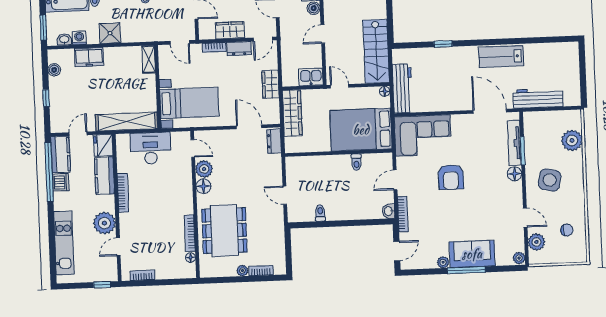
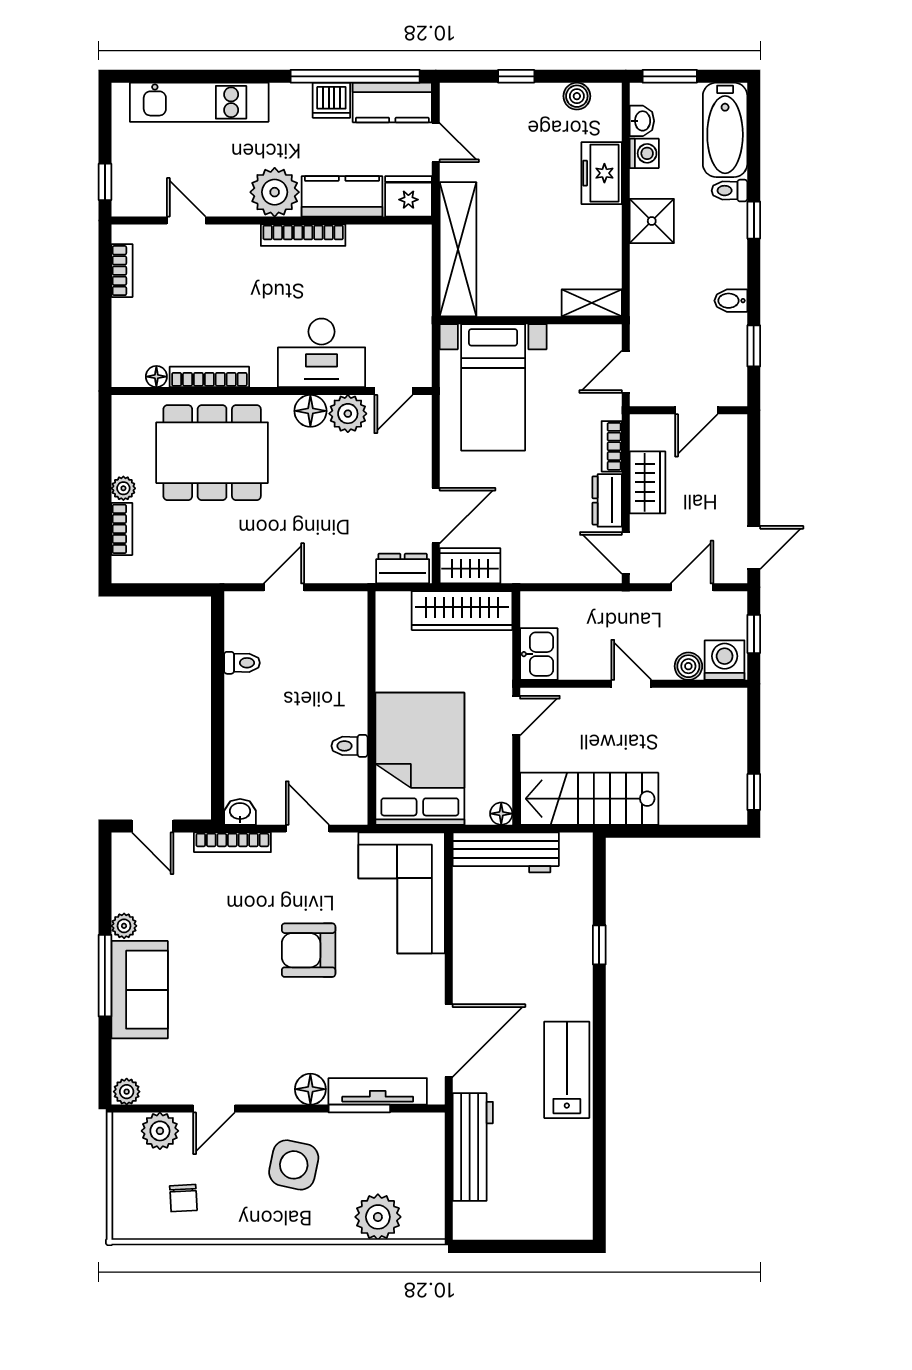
wardrobe: (271, 84) -> (470, 566), moved
desk: (151, 148) -> (322, 353), moved, turned 90
plant: (104, 223) -> (275, 192), moved

